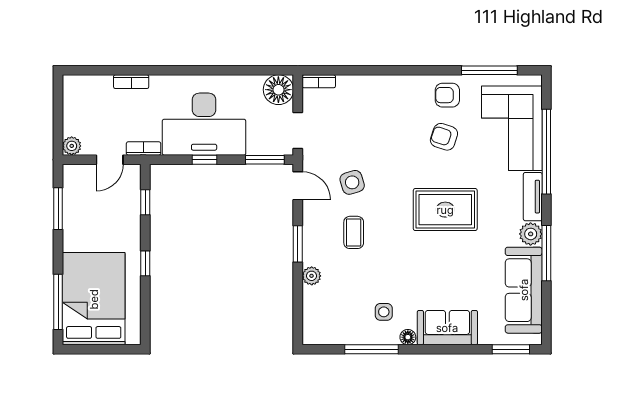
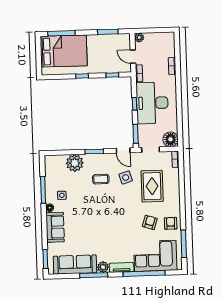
door: (298, 186) -> (123, 151), hinge flipped
rug: (445, 210) -> (152, 186), moved
plant: (312, 276) -> (75, 163), width x1.88, depth x1.88

